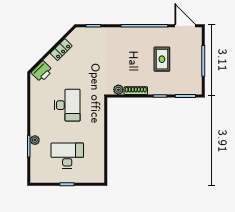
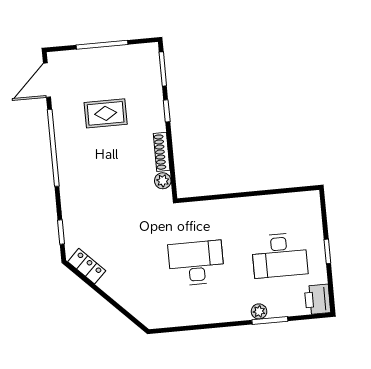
locker: (61, 50) -> (87, 266), moved
printer: (42, 71) -> (318, 299), moved, turned -135
desk: (67, 155) -> (280, 255), turned -90

